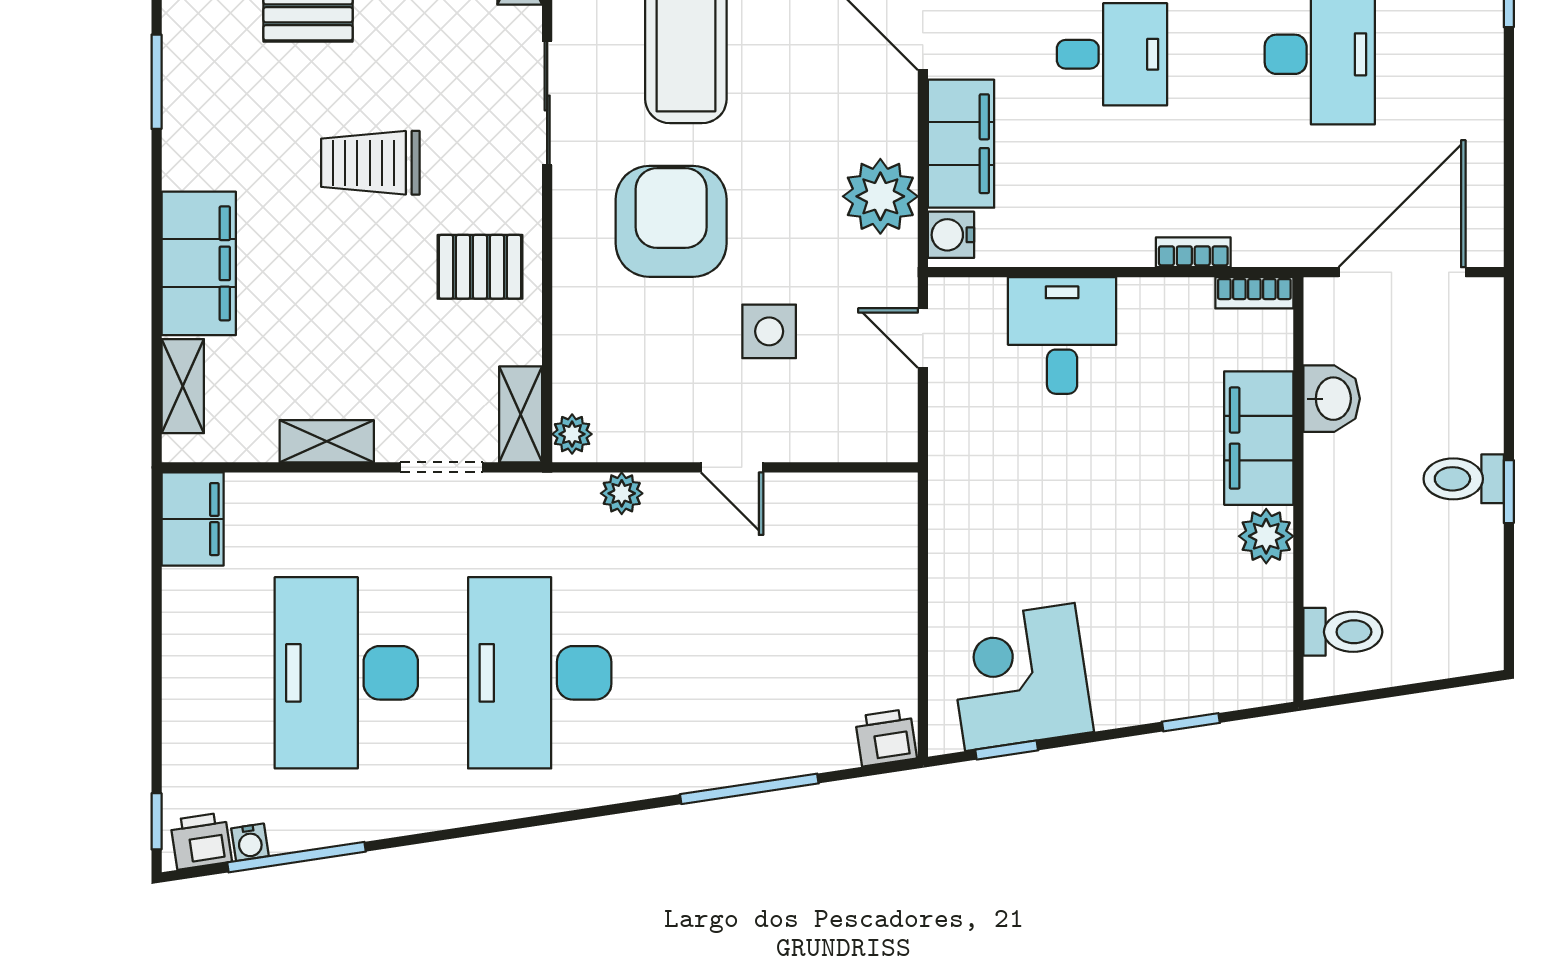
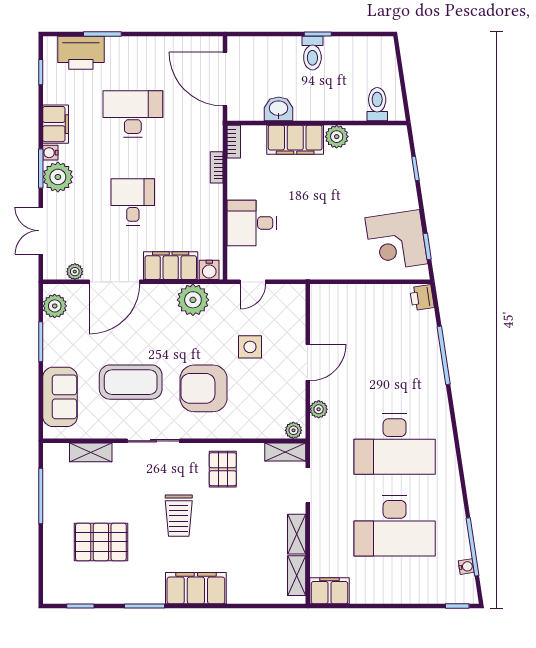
filing cabinet: (199, 263) -> (196, 588), moved
shelving: (183, 386) -> (297, 576), moved, turned 90
door: (732, 467) -> (308, 363), width x1.38
printer: (201, 841) -> (466, 587), removed

